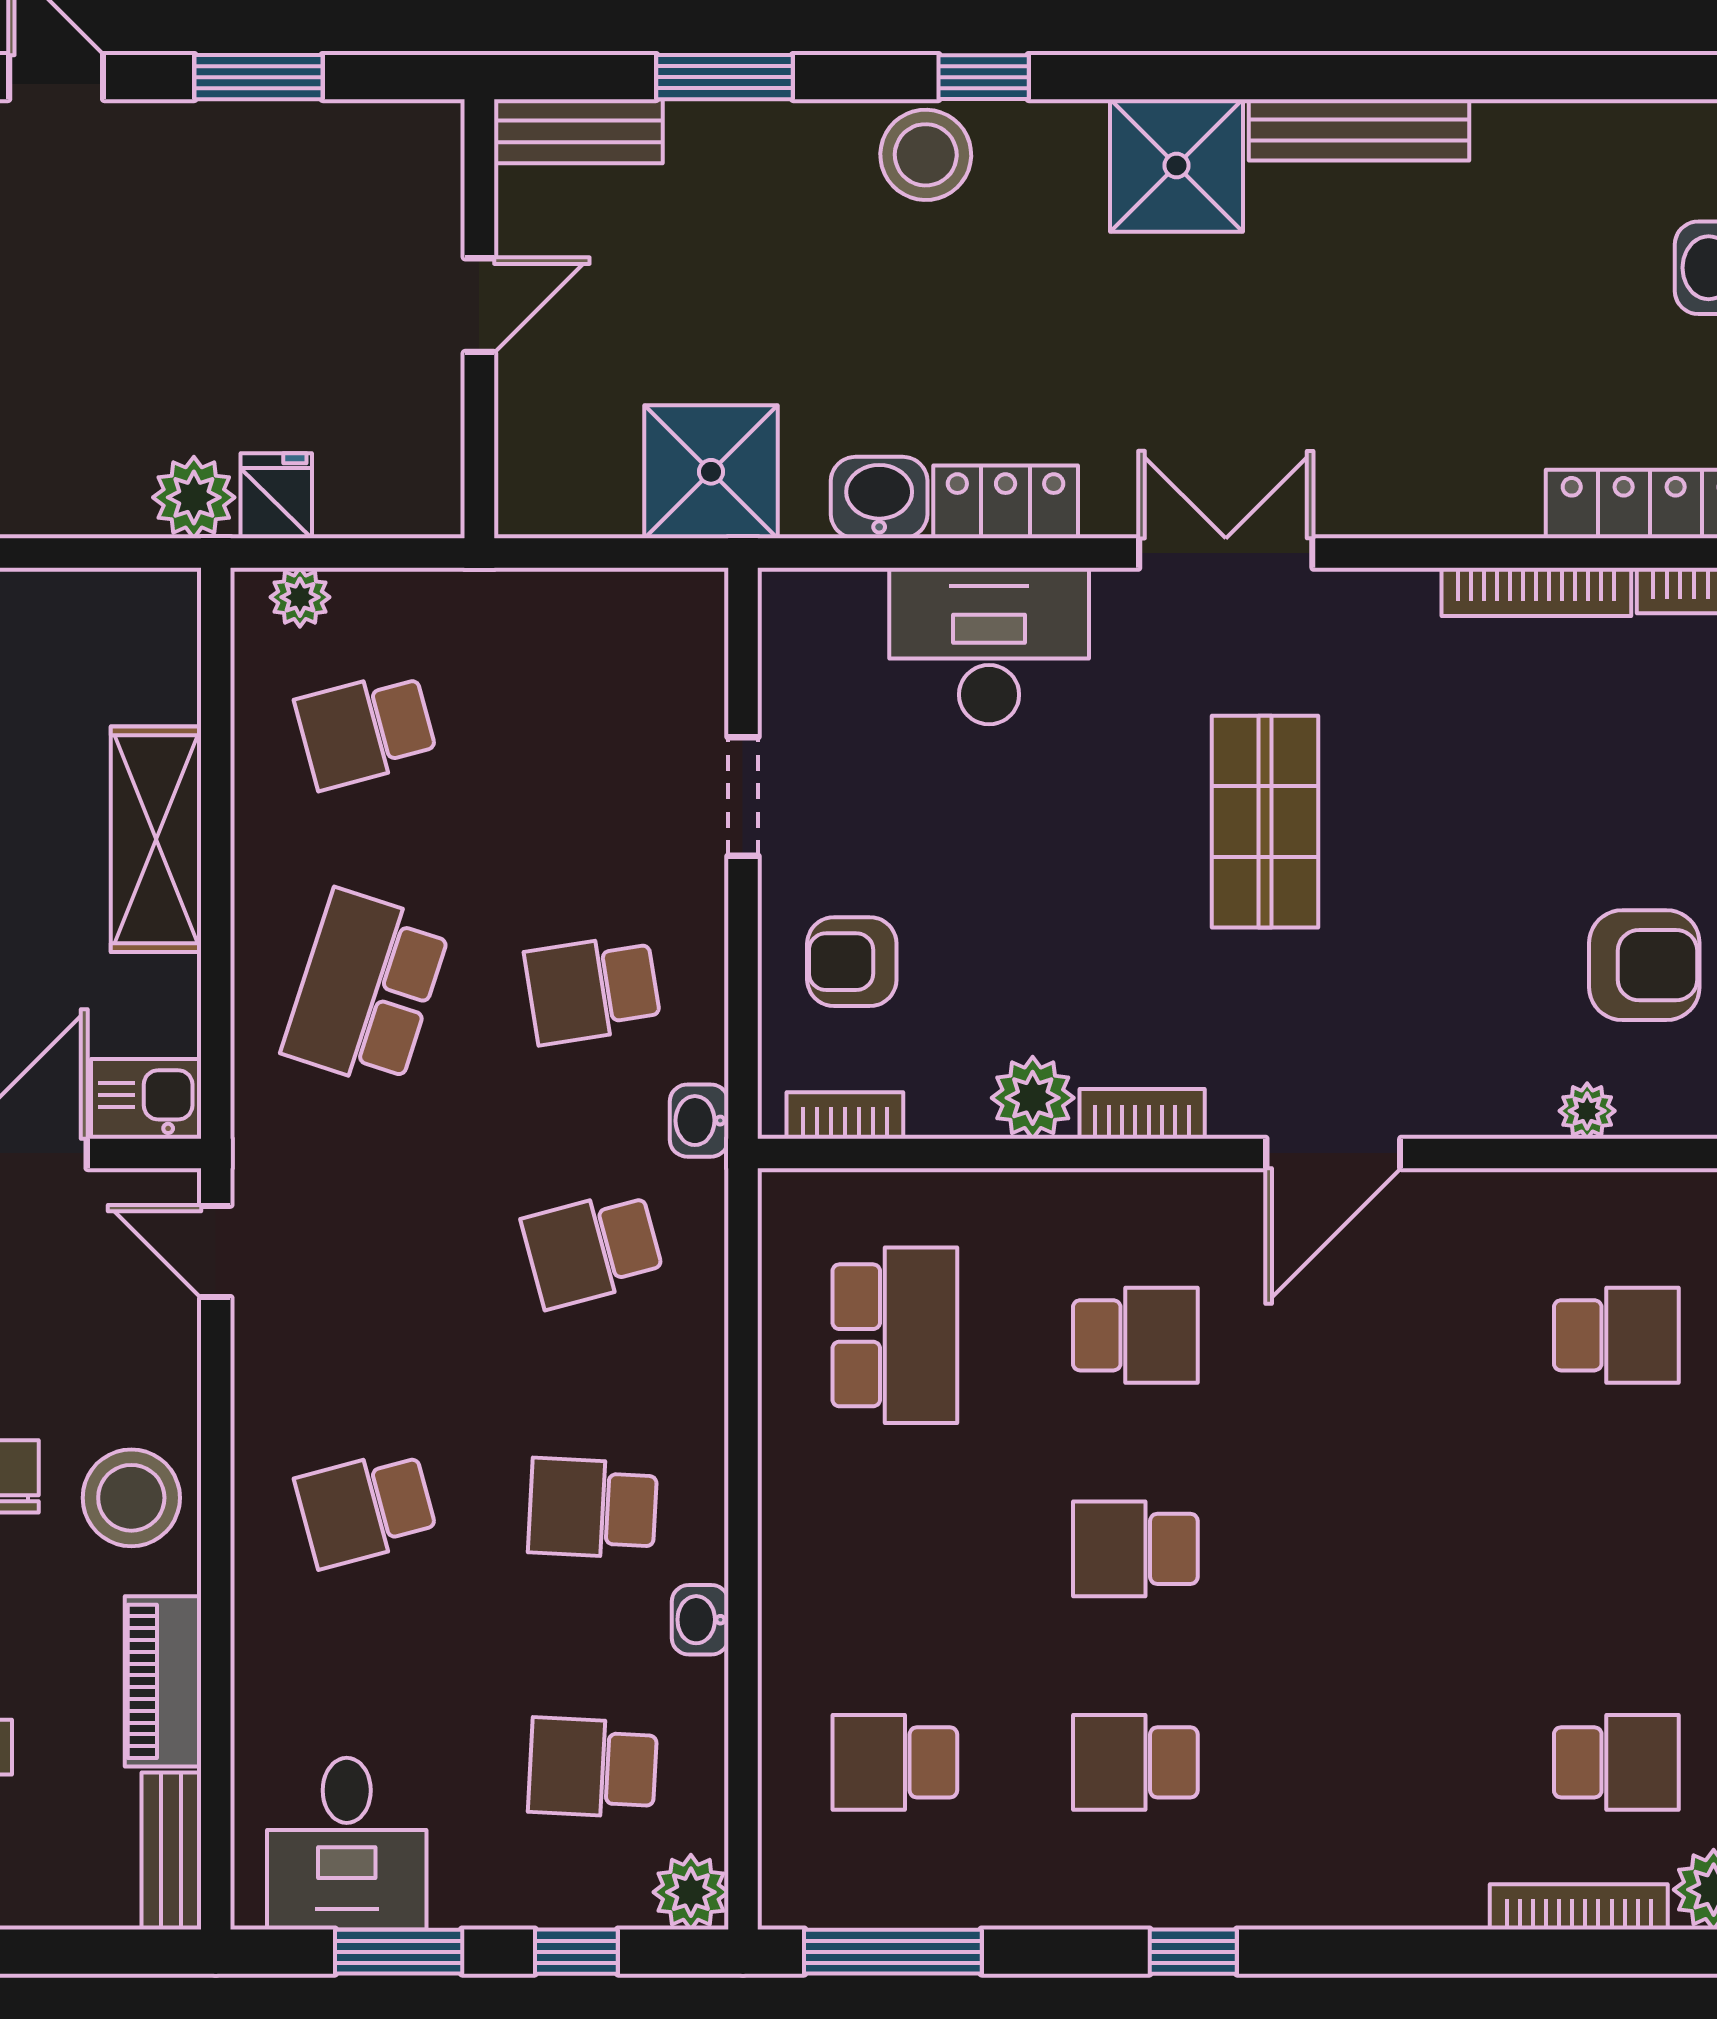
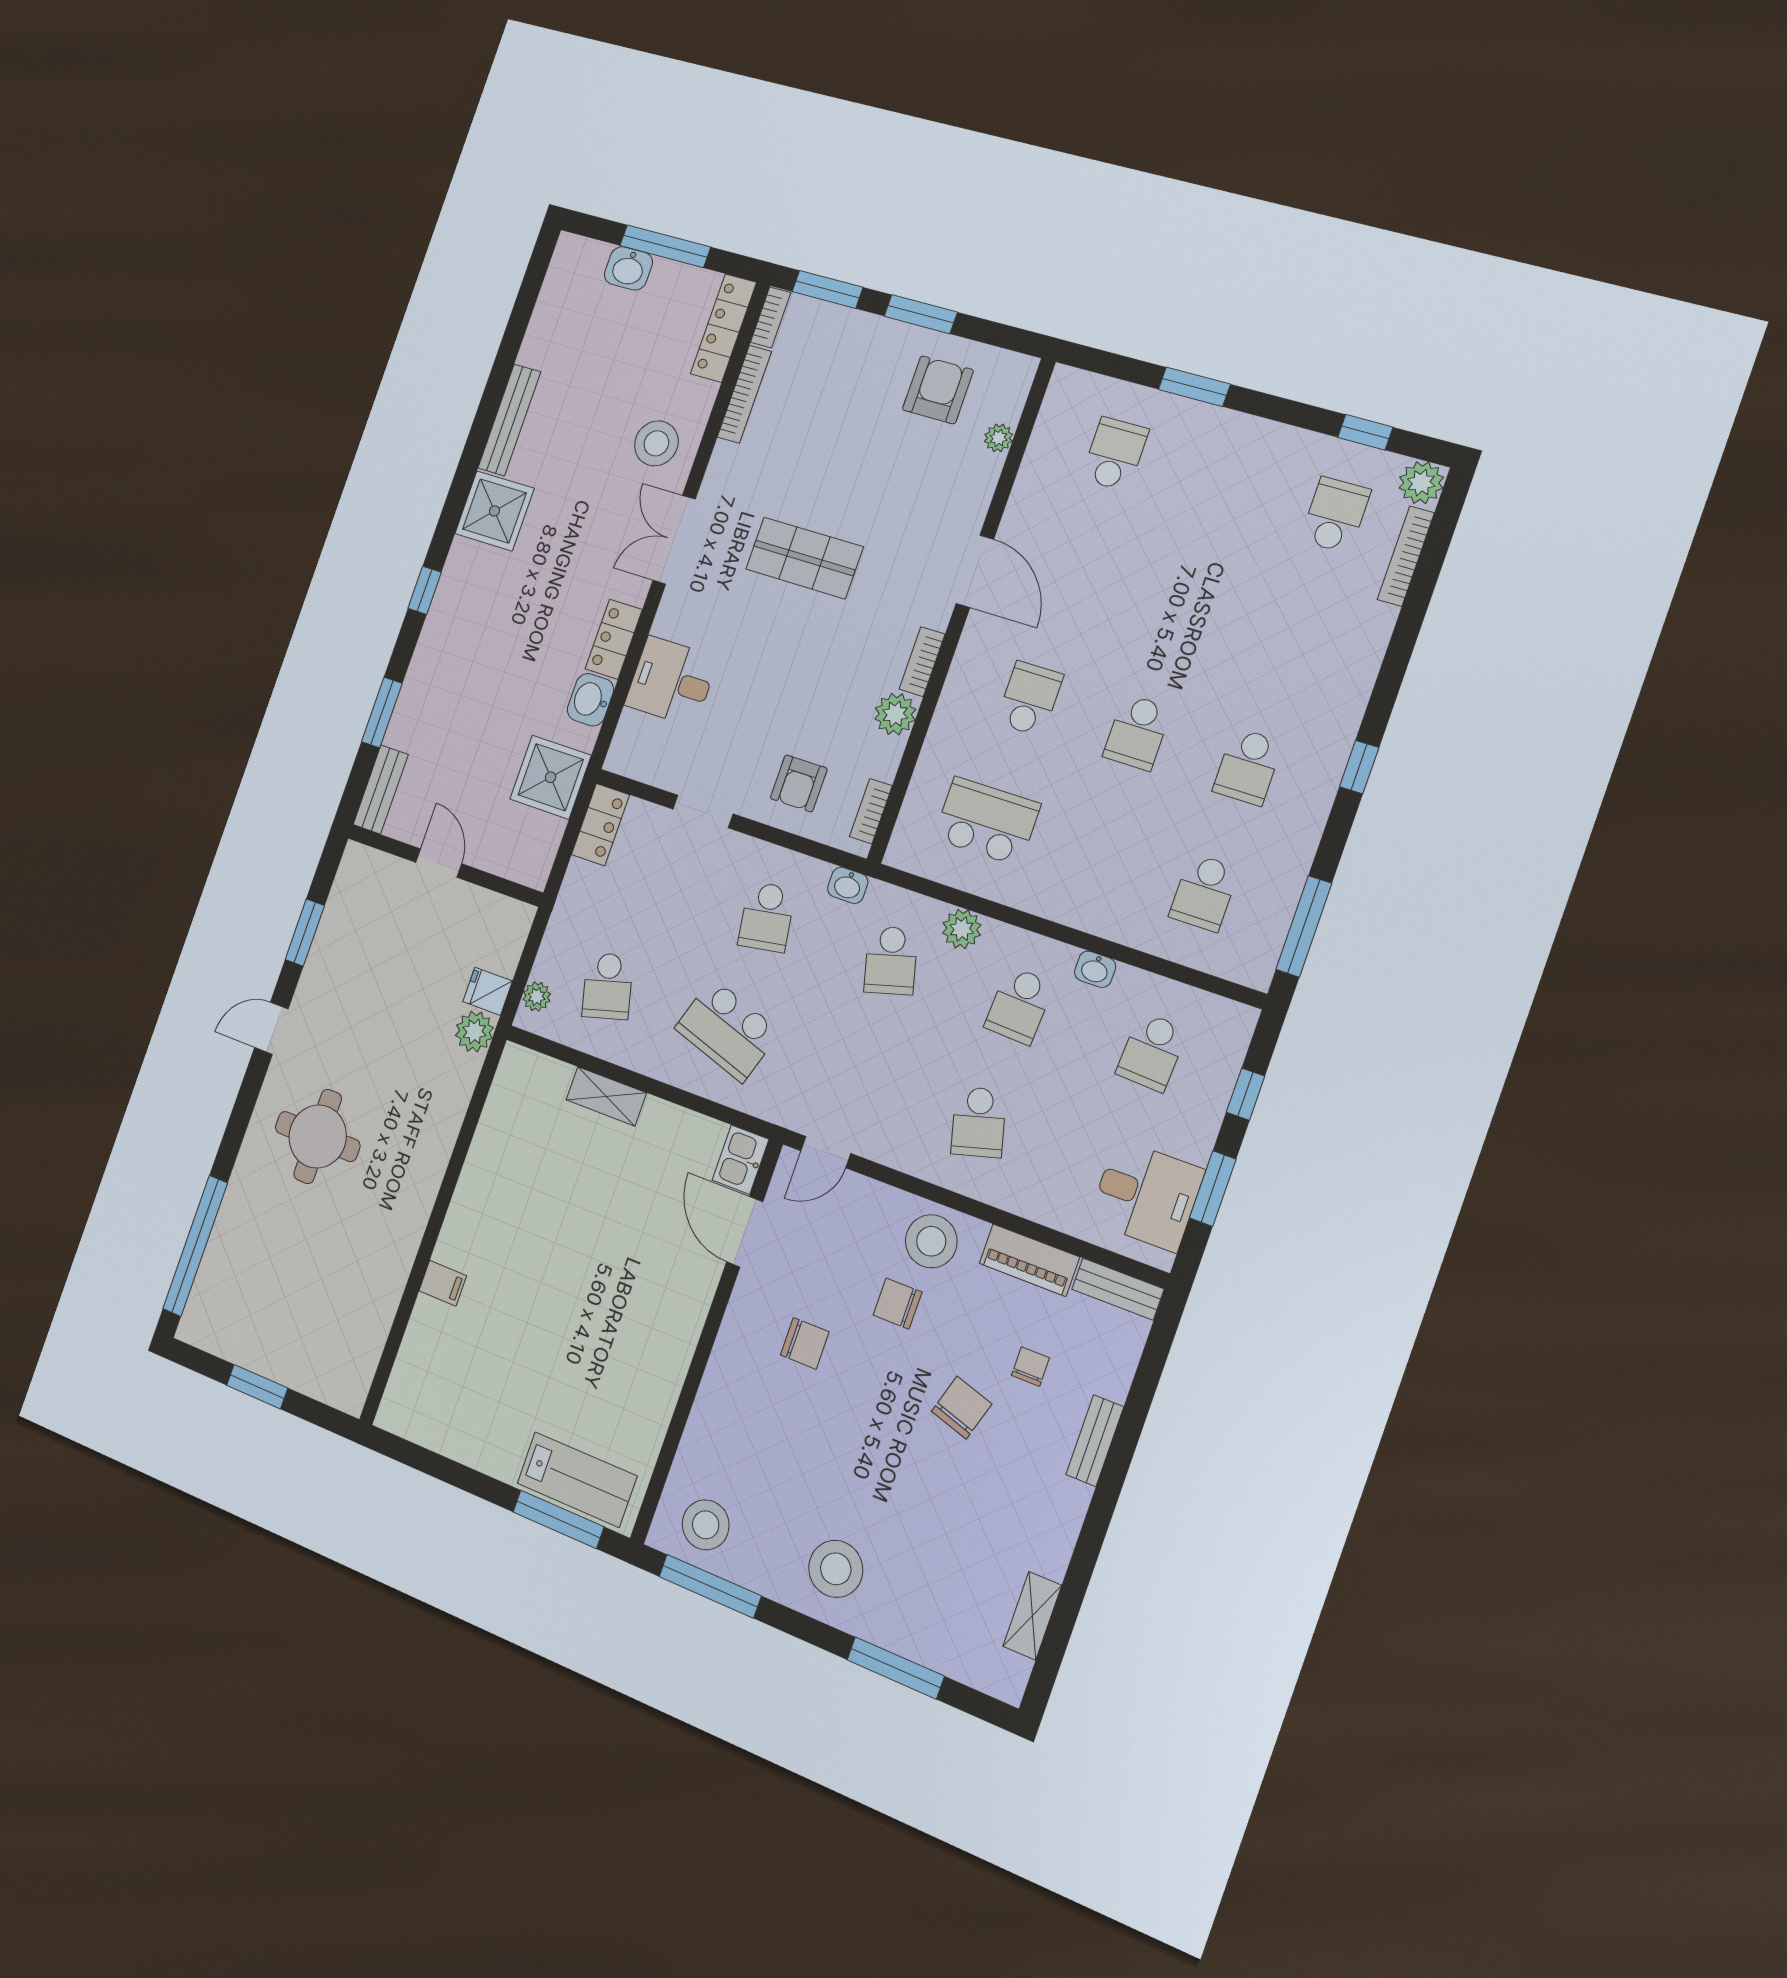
stool: (926, 155) -> (656, 443), moved
locker: (655, 605) -> (600, 825), added
desk: (989, 646) -> (671, 681), width x0.73
shelving: (156, 839) -> (606, 1096), width x0.67, depth x0.75
plant: (691, 1892) -> (962, 929), moved

